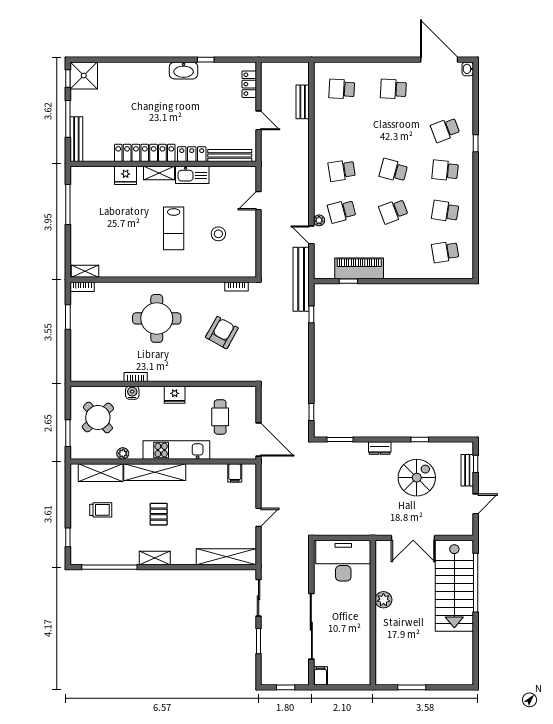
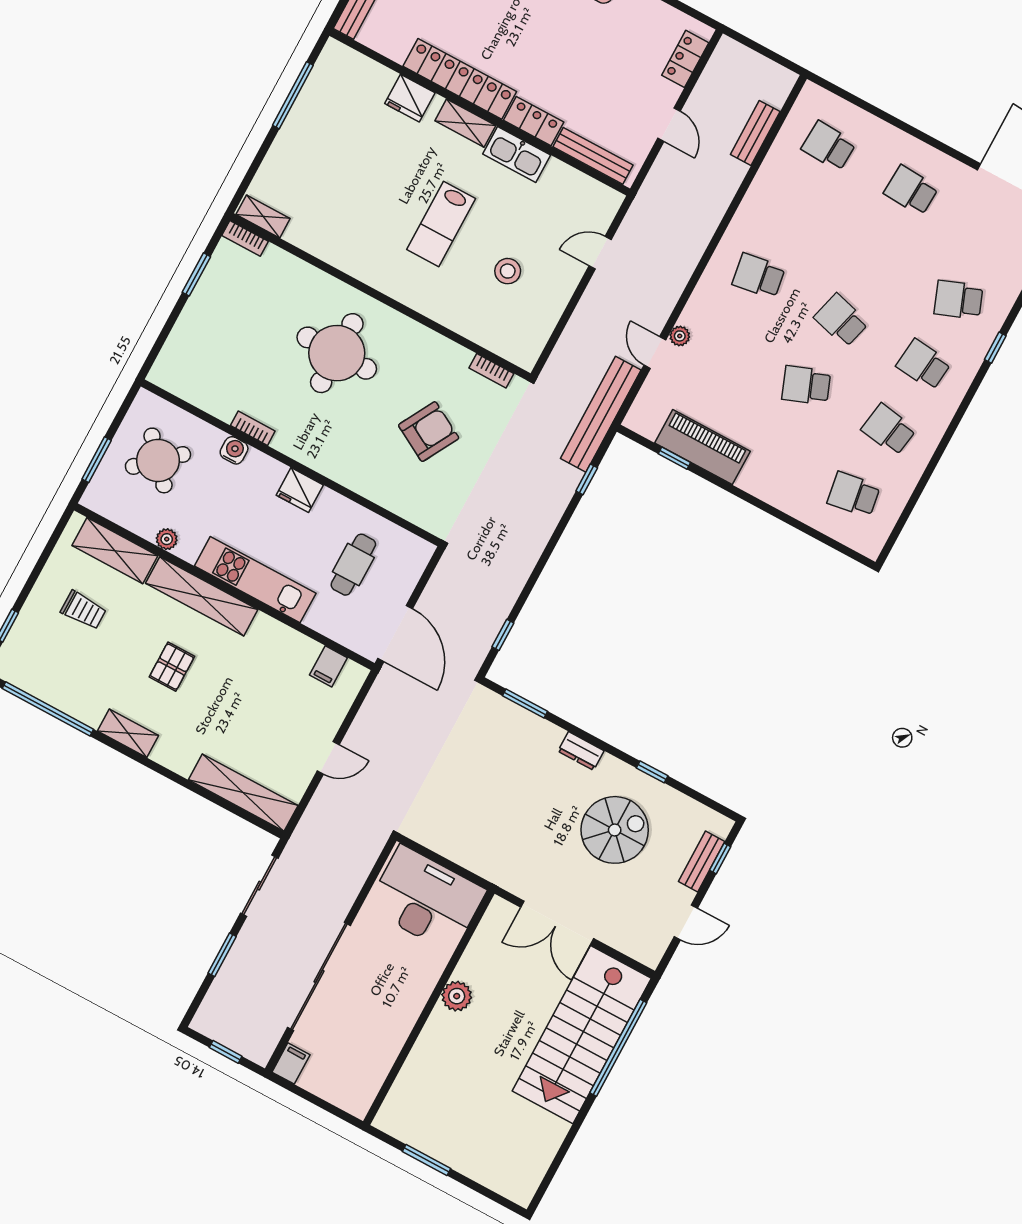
school desk: (342, 211) -> (724, 341), removed

